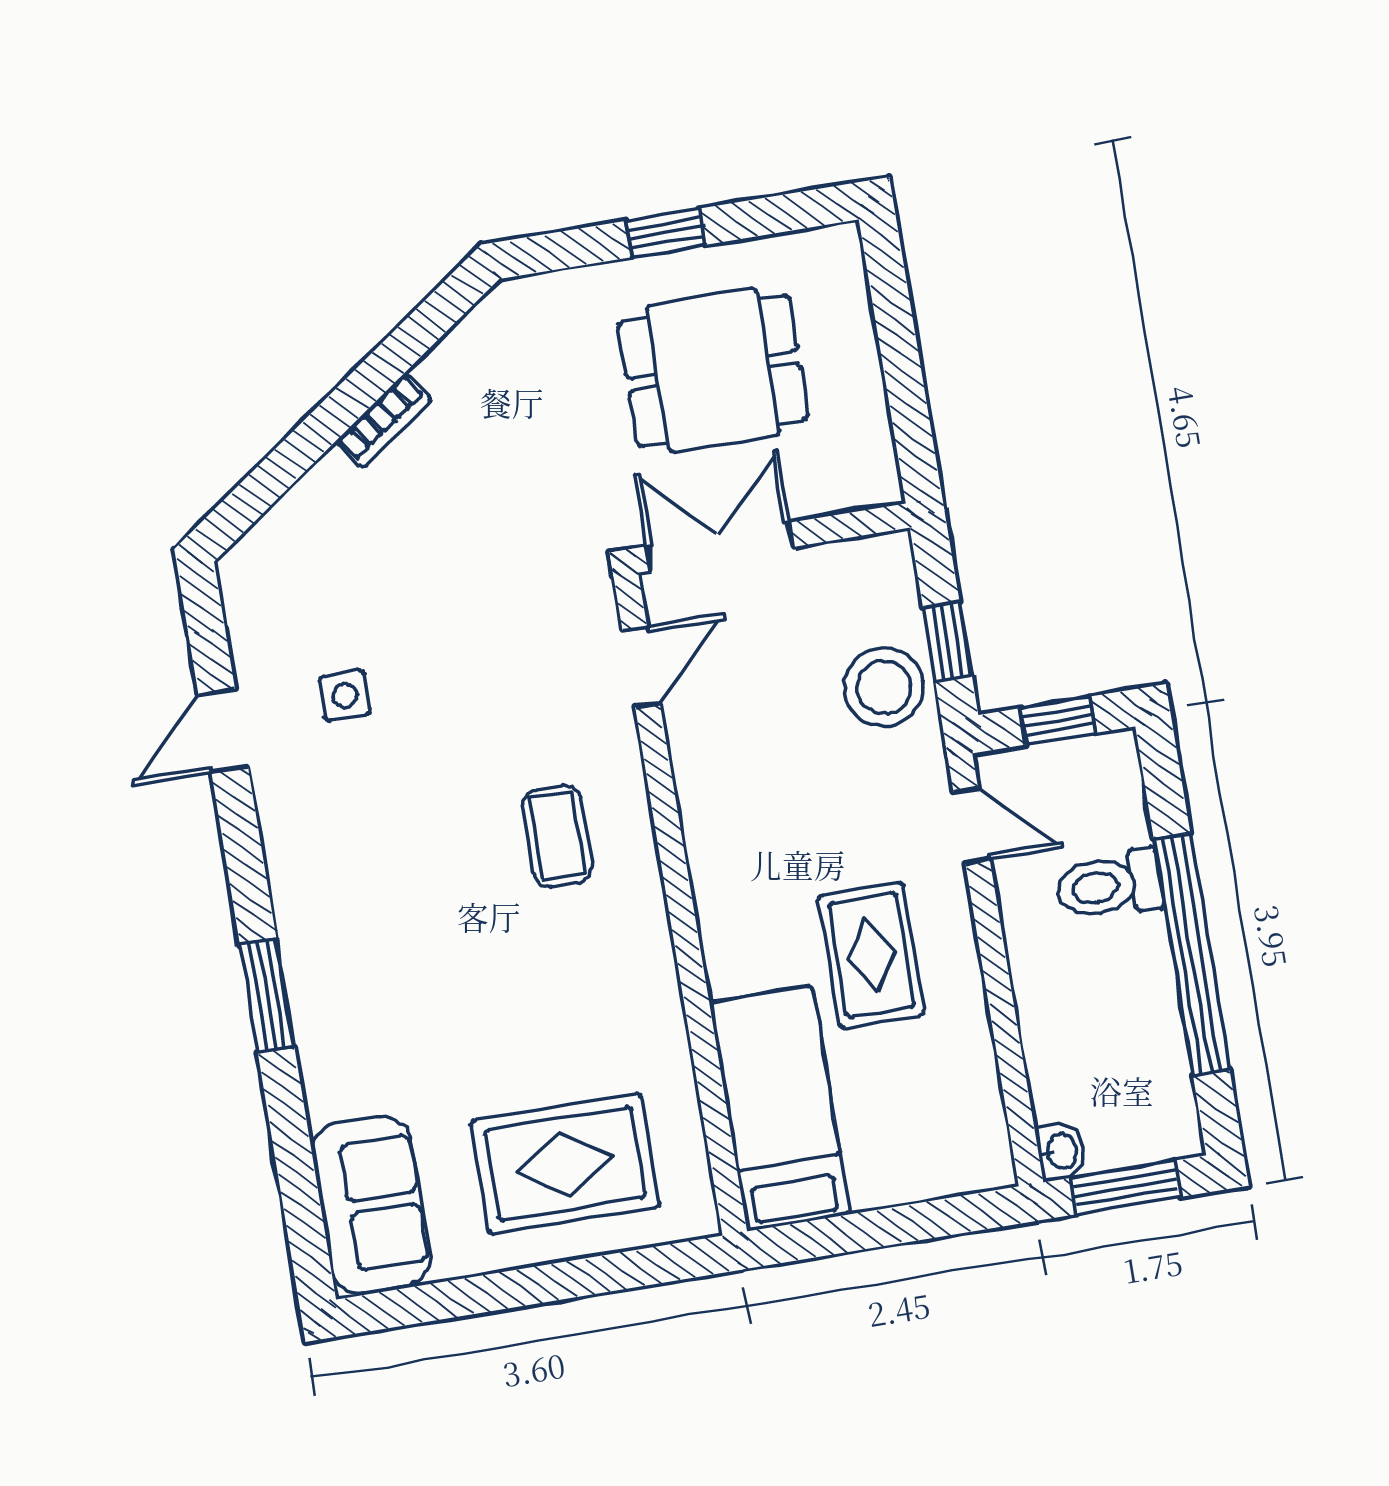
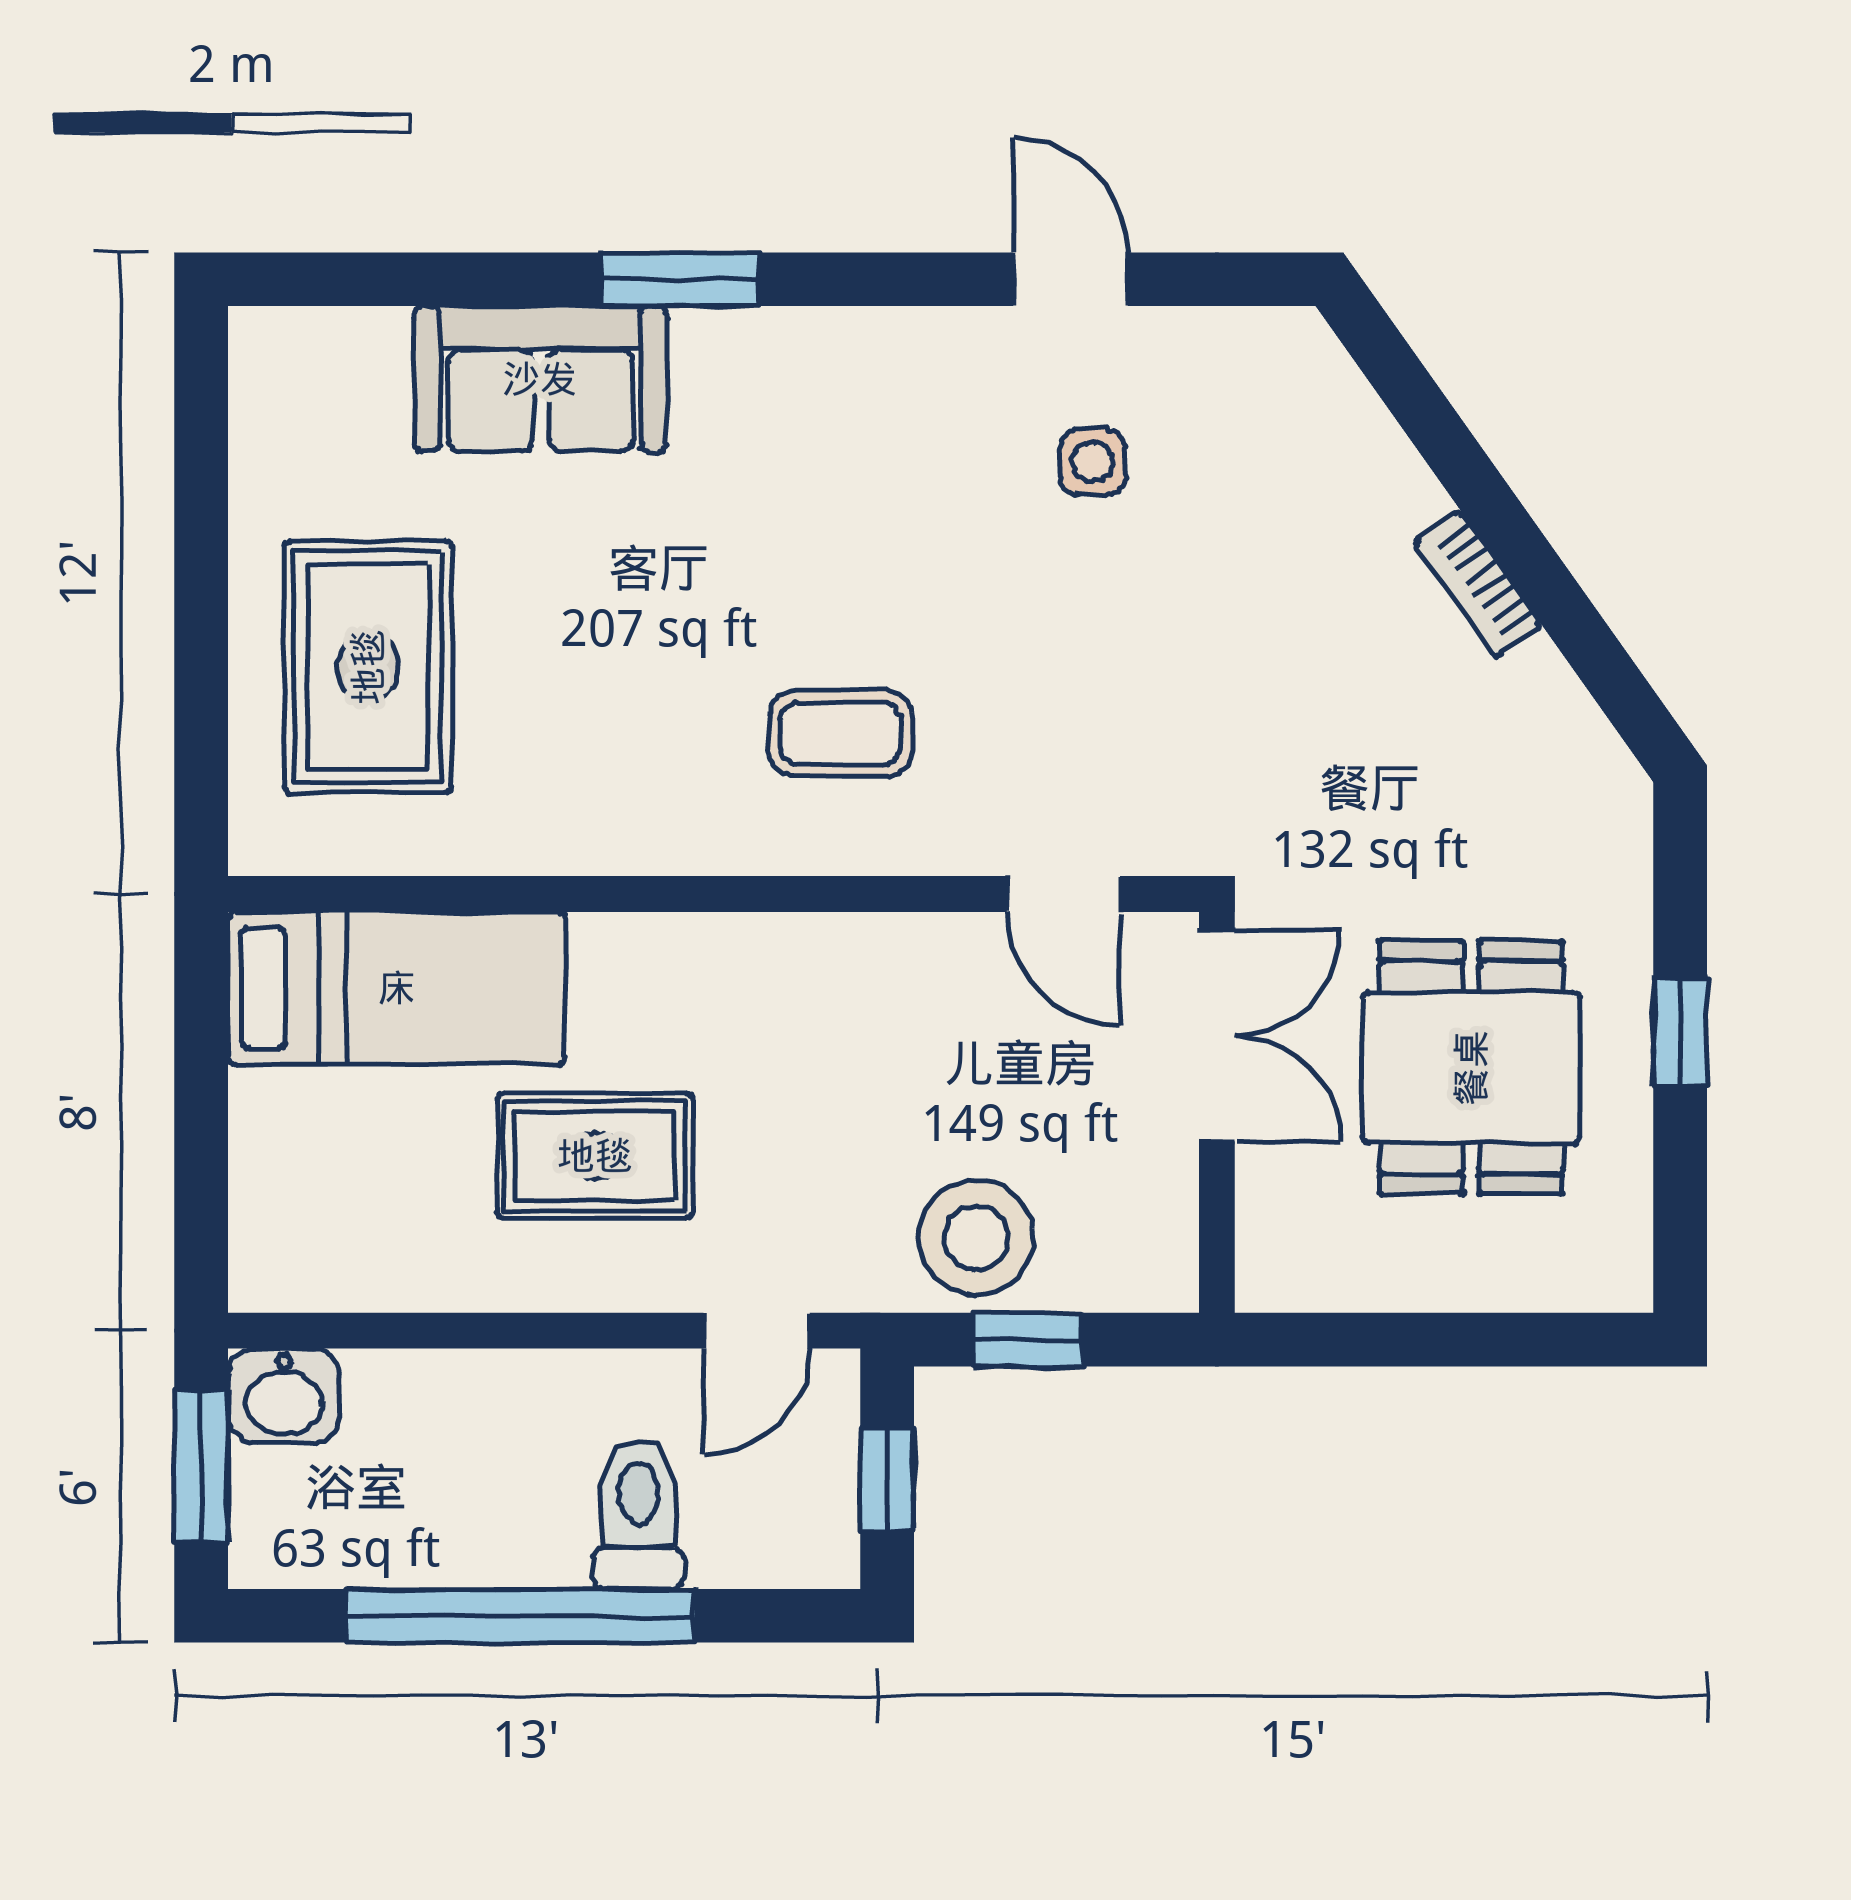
washbasin: (1061, 1151) -> (284, 1396), width x1.38, depth x1.45
sofa: (371, 1205) -> (540, 379), moved

